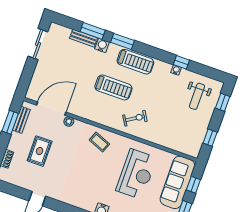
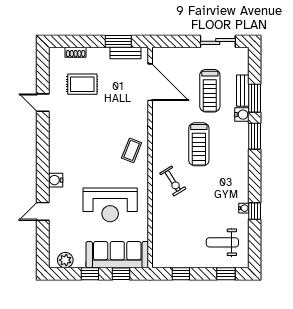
treadmill: (135, 62) -> (210, 91), moved
plant: (69, 121) -> (143, 107), removed
rug: (40, 151) -> (82, 84), moved

